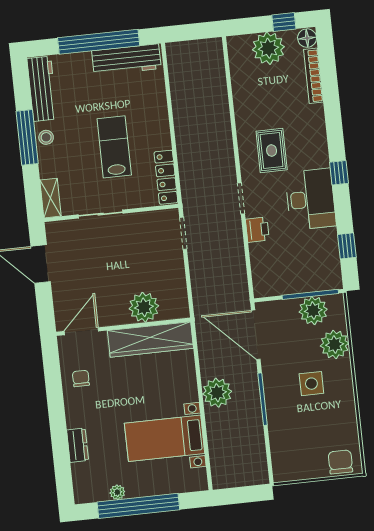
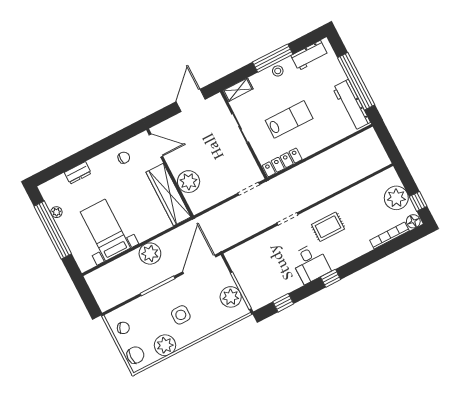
workbench: (42, 89) -> (310, 55), width x0.73
desk: (311, 199) -> (310, 263), width x0.73
printer: (257, 230) -> (271, 238), removed
plant: (335, 345) -> (165, 345), moved
chair: (299, 464) -> (123, 328), added

